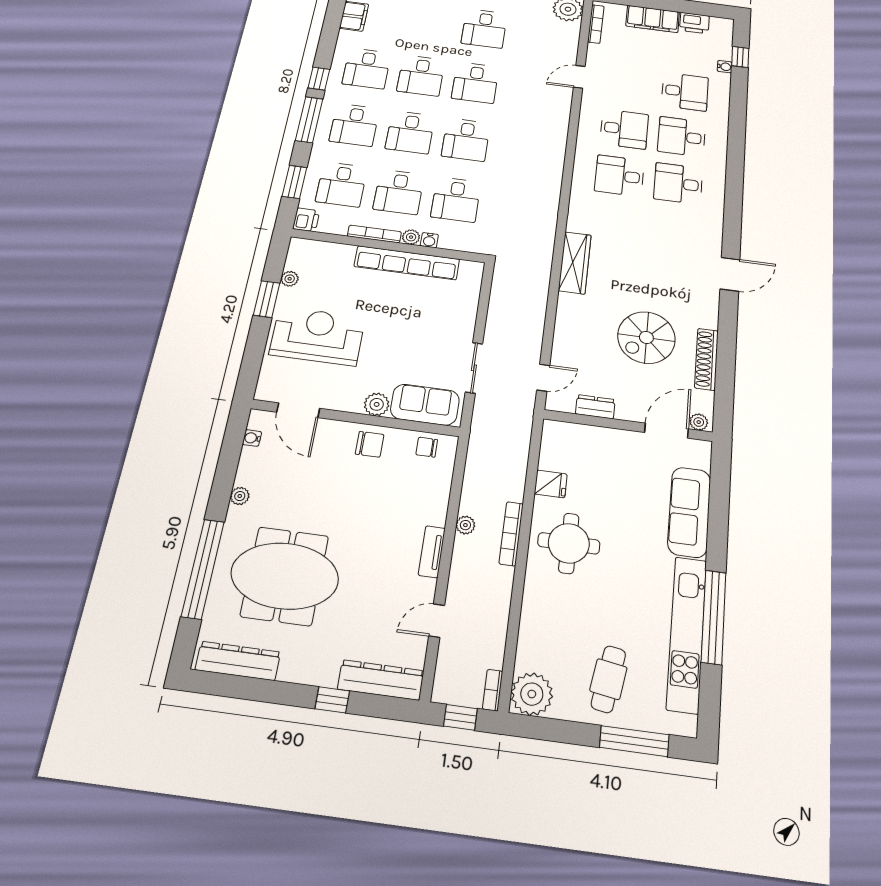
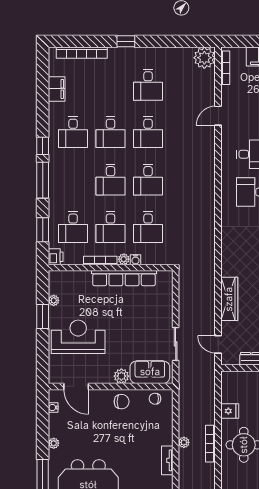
desk: (354, 125) -> (73, 180), removed
wardrobe: (575, 263) -> (229, 299), moved
door: (543, 378) -> (218, 344), swing flipped

